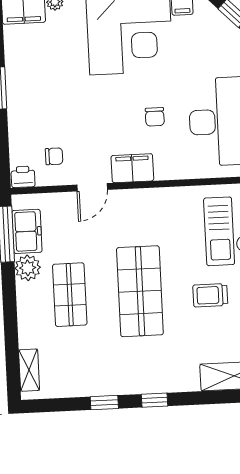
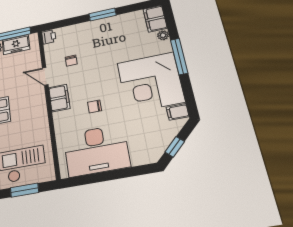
chair: (54, 156) -> (71, 61), moved

